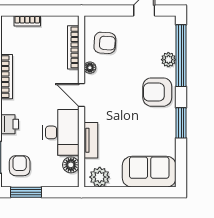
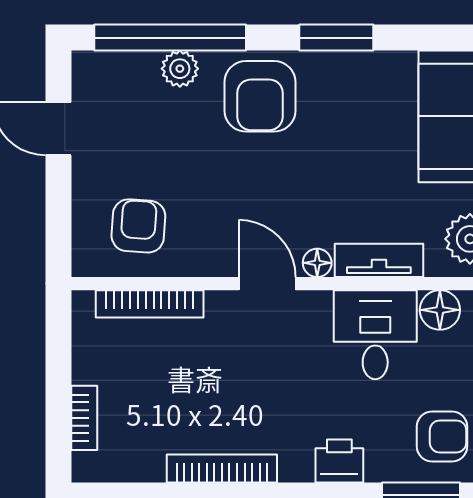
floor lamp: (90, 68) -> (317, 263), moved
door: (81, 95) -> (267, 284), swing flipped
desk: (61, 132) -> (375, 335), width x0.73
armchair: (20, 166) -> (442, 436), turned 180

